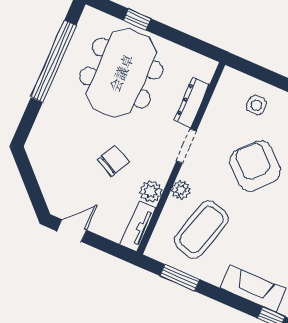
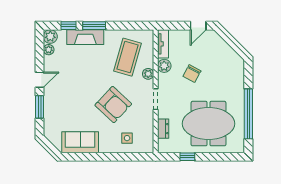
window: (137, 19) -> (187, 157), moved
meeting table: (121, 73) -> (208, 124), turned 90
dresser: (192, 102) -> (163, 129), width x0.70
window: (180, 278) -> (94, 26), moved

